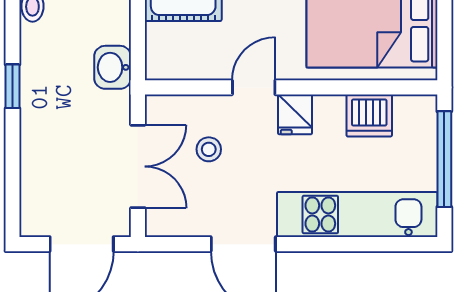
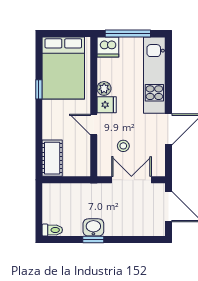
washbasin: (113, 67) -> (93, 227), moved, turned 180
plant: (329, 109) -> (104, 88), added
dishwasher: (369, 115) -> (108, 47), moved, turned 90

